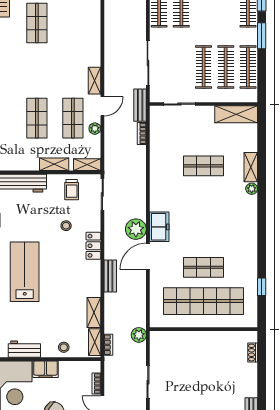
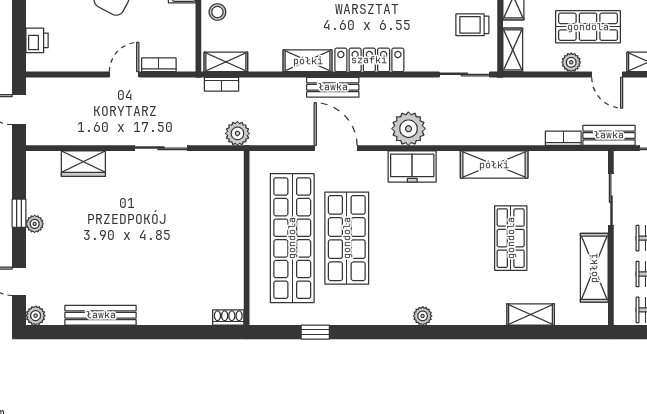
shelving: (236, 114) -> (594, 268), moved
shelving: (251, 167) -> (531, 314), moved
shelving: (158, 176) -> (494, 165), added
plant: (252, 189) -> (423, 316), moved
stool: (66, 226) -> (414, 16), removed
locker: (93, 246) -> (369, 60), width x1.53
door: (148, 256) -> (336, 148), moved
shop shelf: (204, 267) -> (347, 238), width x1.43, depth x1.36
shelving: (94, 312) -> (308, 61), moved
shoe rack: (253, 353) -> (228, 318), moved

